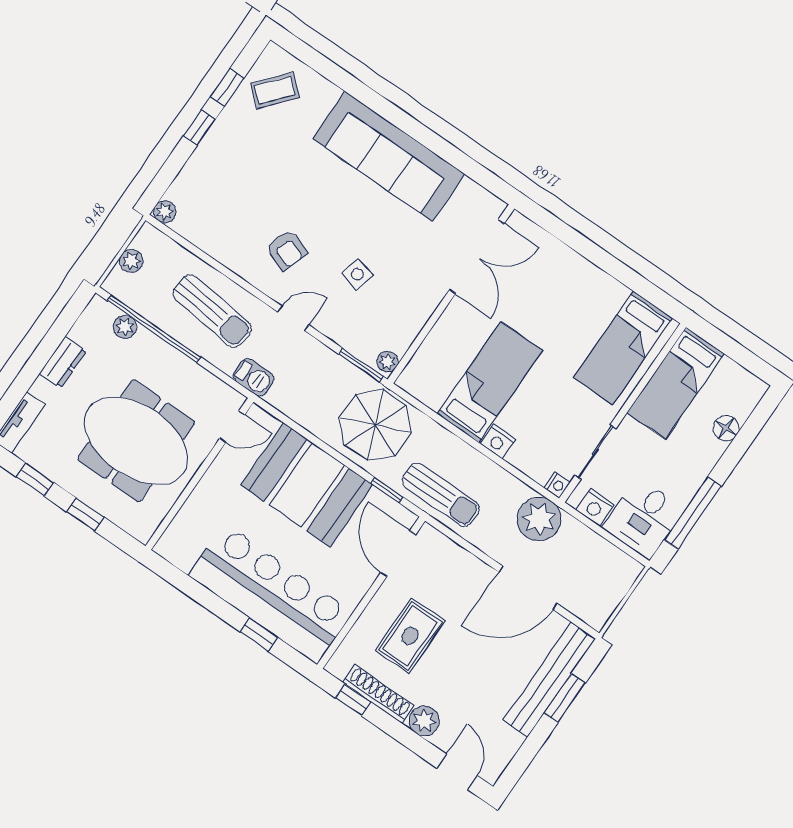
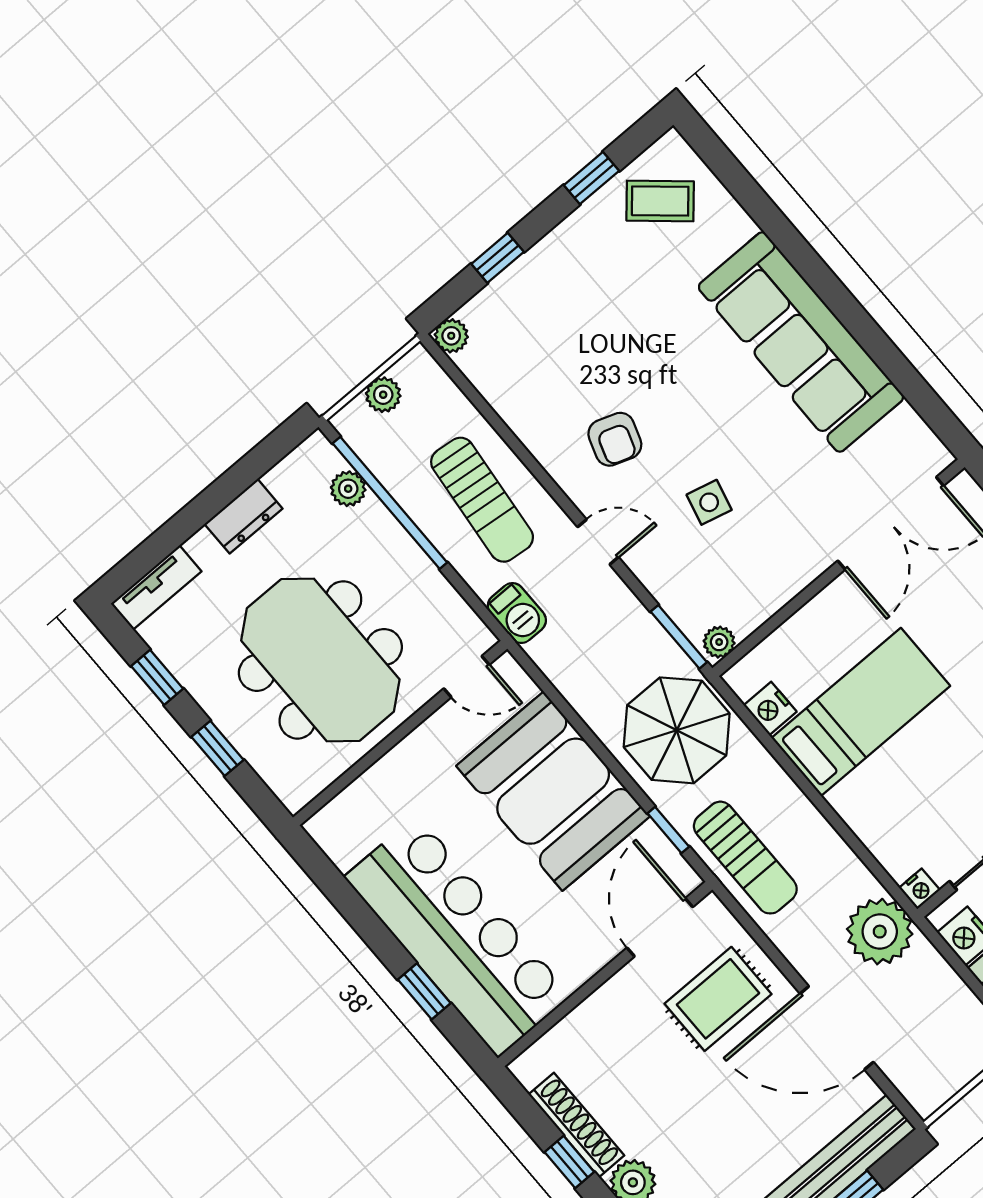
window: (199, 128) -> (498, 258), moved
nightstand: (498, 441) -> (770, 708), moved
rug: (410, 636) -> (718, 999), moved
window: (353, 700) -> (569, 1162), moved

